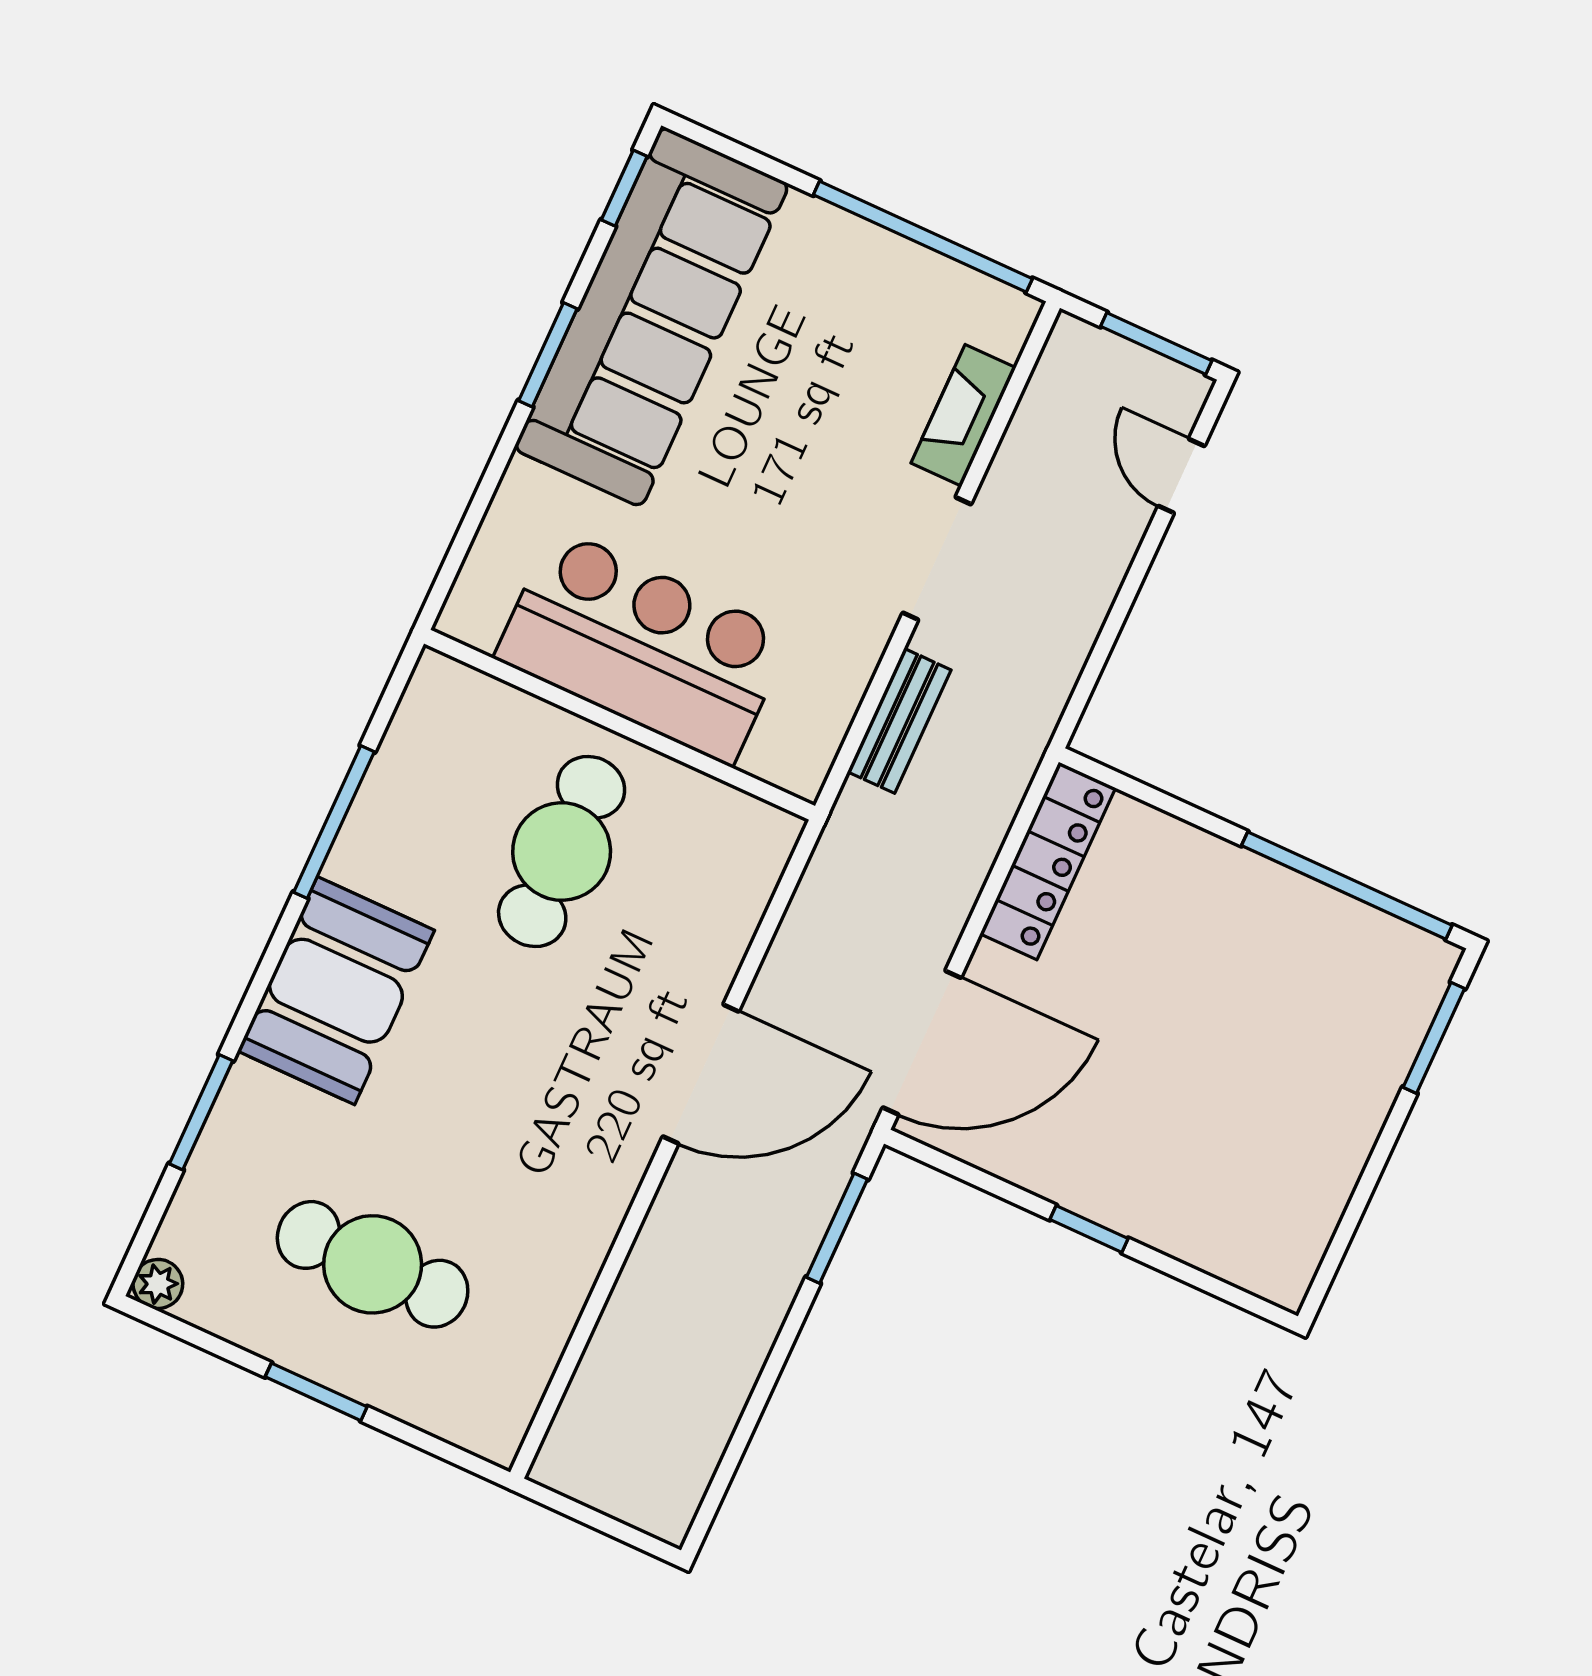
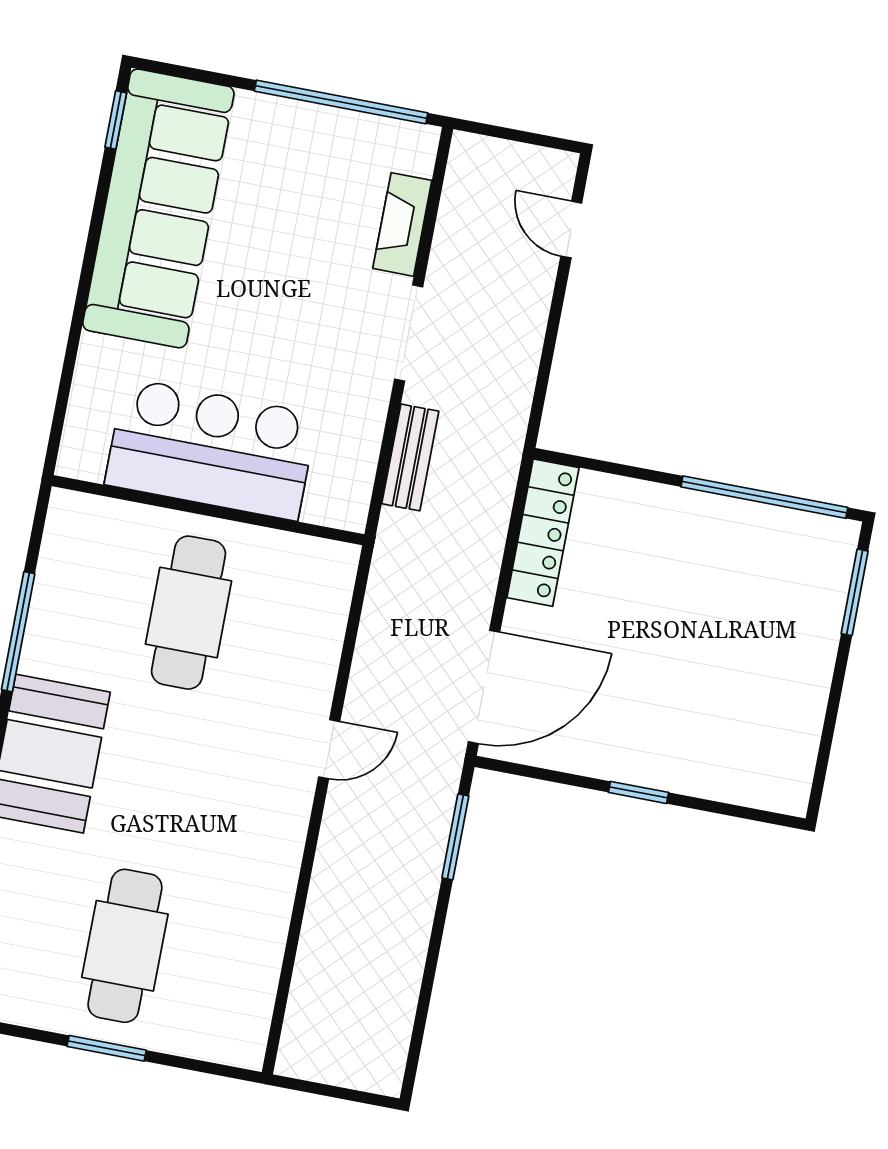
window: (1156, 344) -> (529, 138), removed
window: (548, 355) -> (90, 255), removed
door: (701, 1074) -> (329, 749), width x0.53
cafe table: (373, 1264) -> (125, 946), turned 90

